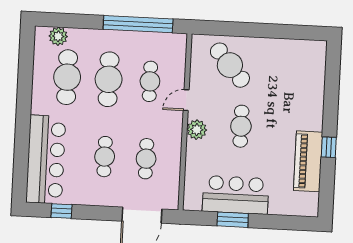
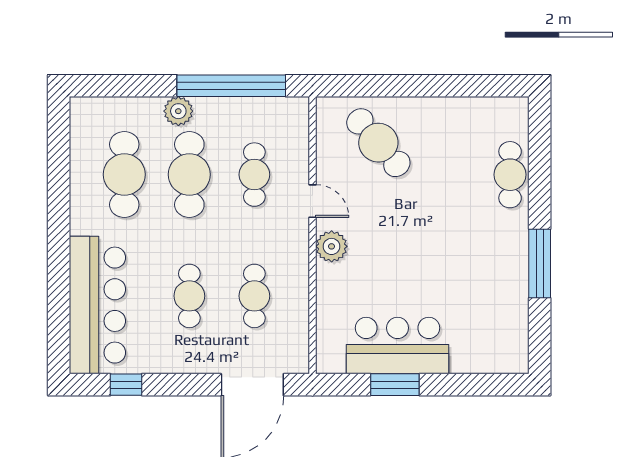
plant: (58, 36) -> (178, 111), moved
door: (186, 100) -> (313, 201), swing flipped
cafe table: (241, 126) -> (510, 175), moved
window: (329, 147) -> (540, 263), width x2.17
piano: (308, 161) -> (508, 287), removed

